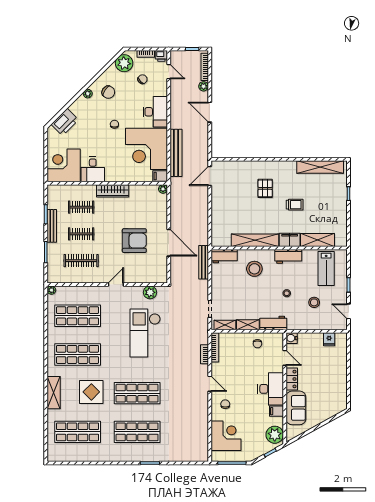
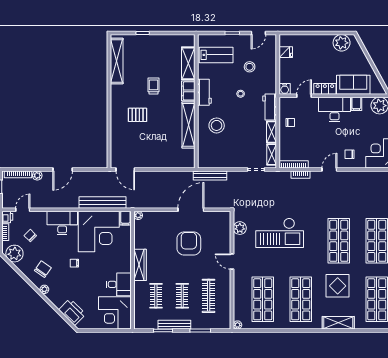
workbench: (224, 256) -> (204, 155), removed
plant: (339, 396) -> (342, 43), added

